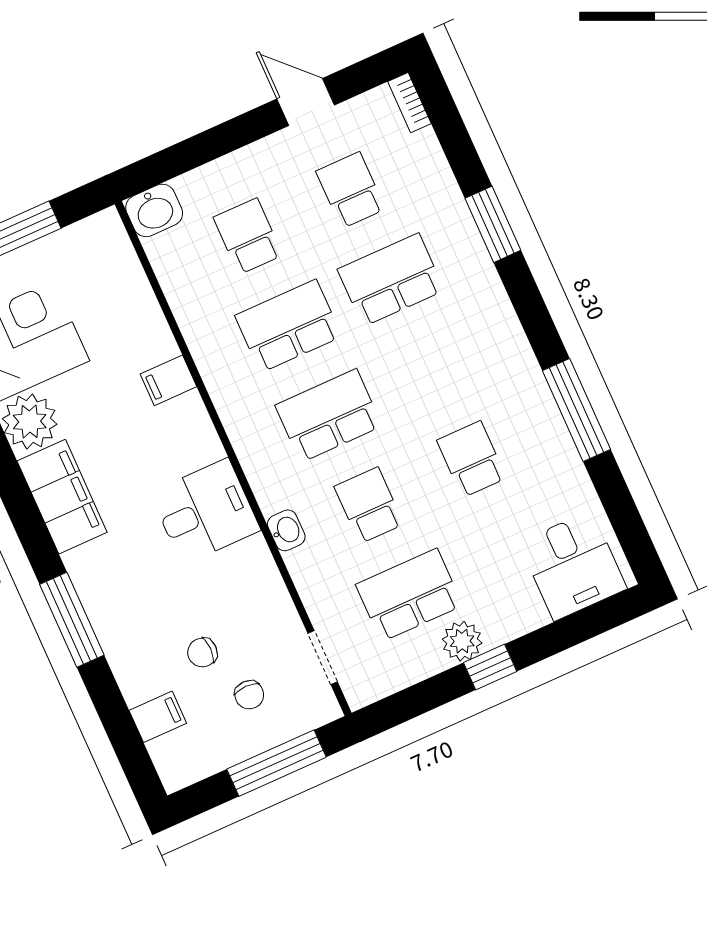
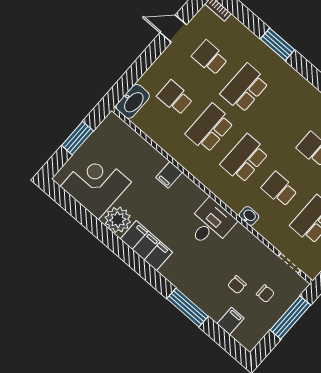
washbasin: (154, 210) -> (133, 101), width x1.38
window: (72, 620) -> (187, 308), moved

